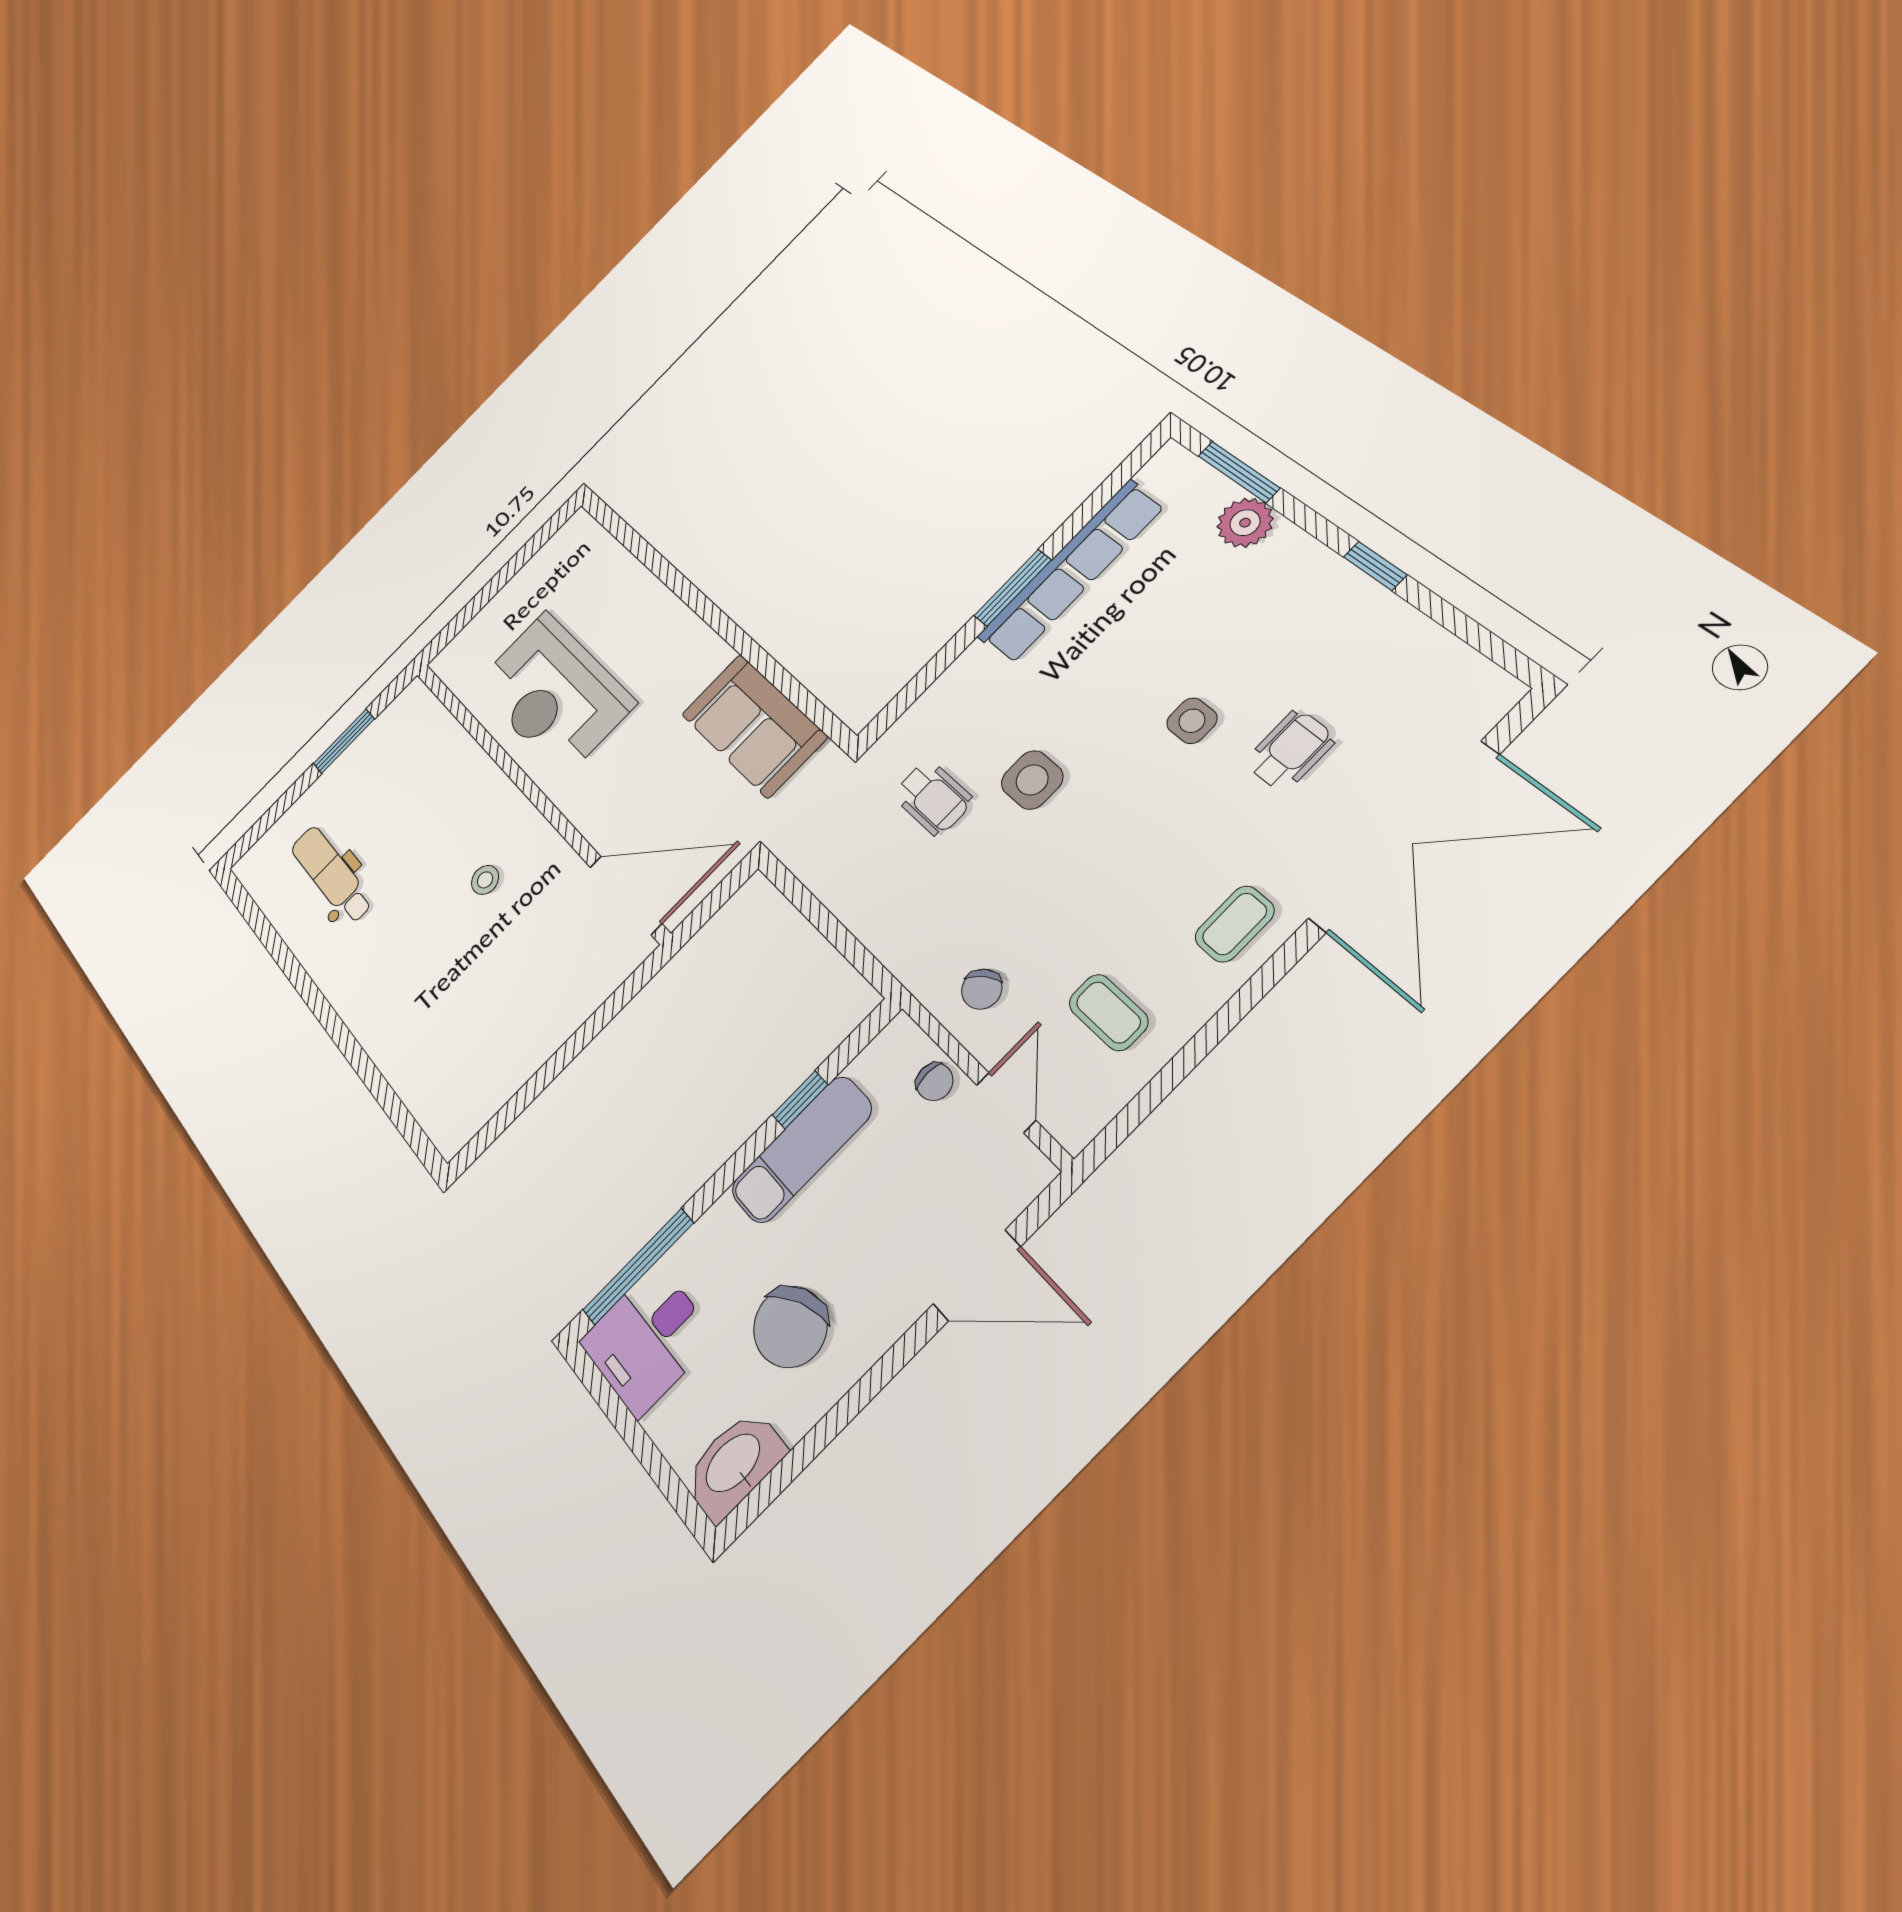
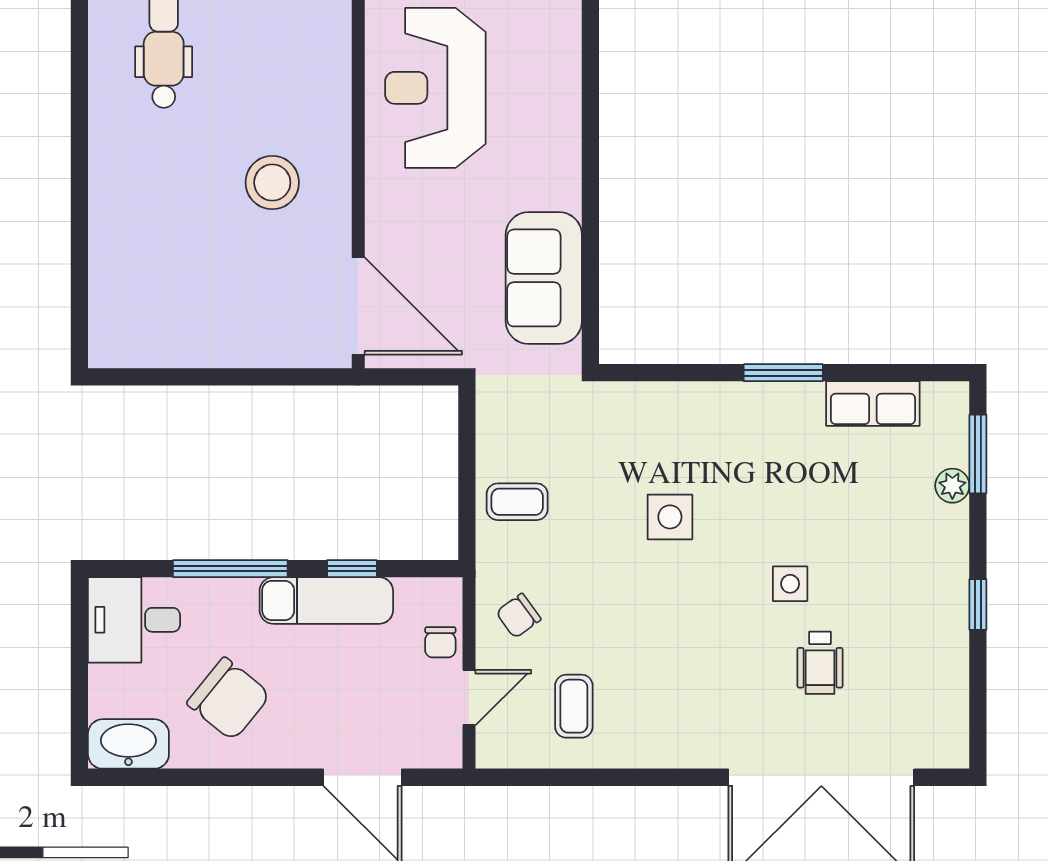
plant: (1245, 523) -> (952, 486), width x0.73, depth x0.73
row of seats: (1071, 571) -> (873, 404), width x0.50
wheelchair: (1290, 750) -> (820, 663), turned 90
wheelchair: (933, 798) -> (604, 461), removed
stool: (485, 880) -> (272, 183), width x1.89, depth x1.89
coffee table: (1235, 924) -> (517, 502), moved
window: (638, 1266) -> (230, 569), moved
chair: (790, 1327) -> (229, 699), turned -117

